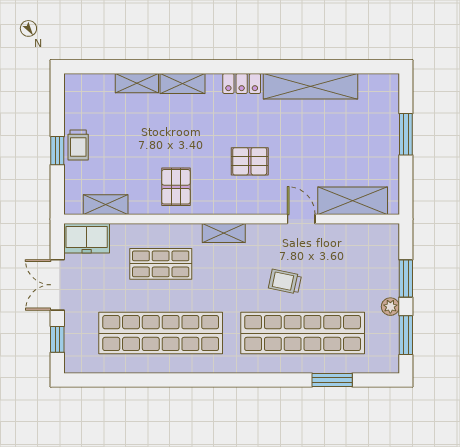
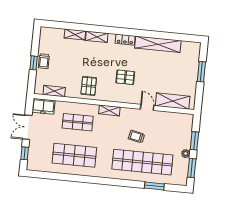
shop shelf: (161, 333) -> (74, 155), width x0.71

